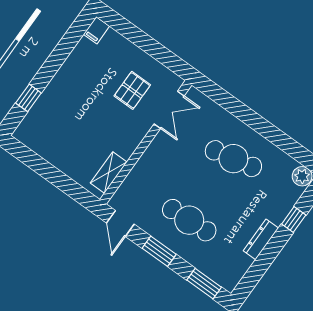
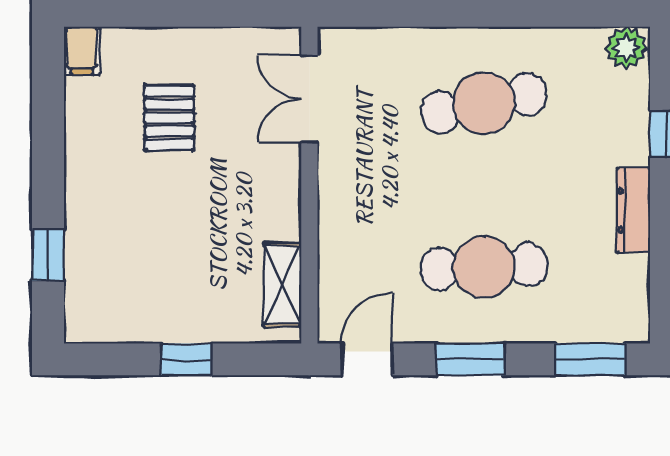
pallet: (132, 90) -> (169, 118), moved
double door: (169, 110) -> (309, 99), swing flipped
window: (52, 175) -> (186, 359), added
door: (120, 223) -> (367, 359), swing flipped

